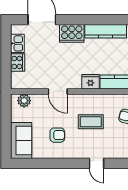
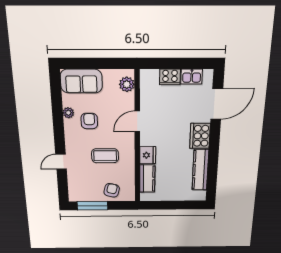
coffee table: (91, 122) -> (105, 156), turned 90
armchair: (57, 135) -> (89, 121), turned 180
plant: (50, 154) -> (68, 113), added

